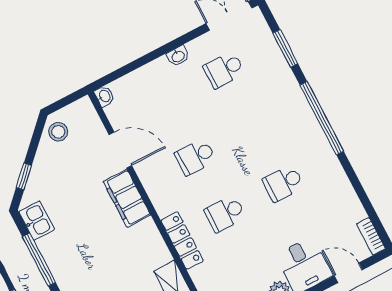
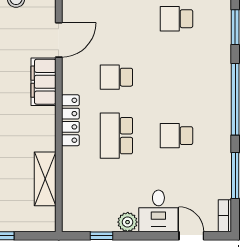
door: (120, 150) -> (59, 40), hinge flipped
window: (360, 192) -> (235, 175), added
school desk: (225, 214) -> (116, 136), width x1.85
locker: (182, 240) -> (70, 120), moved

